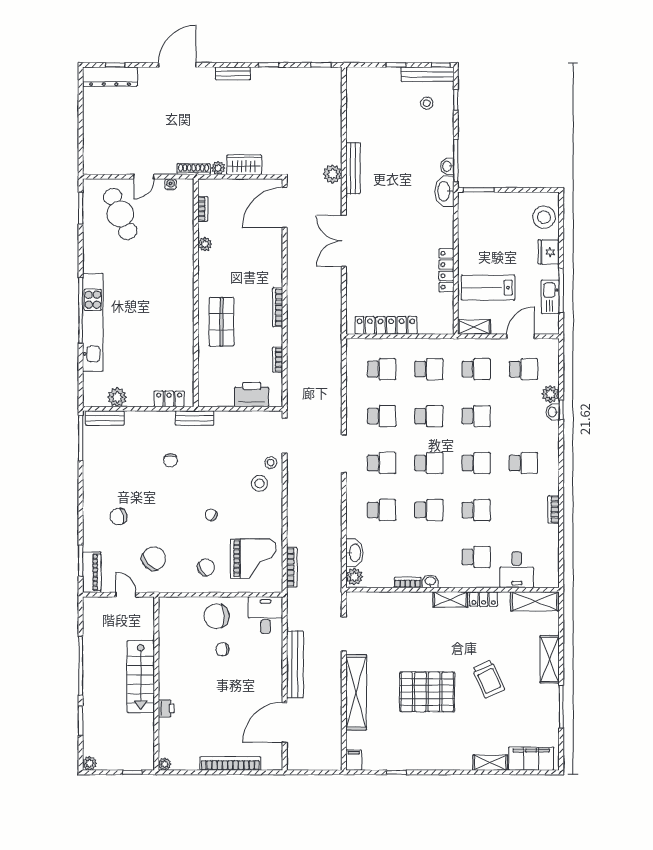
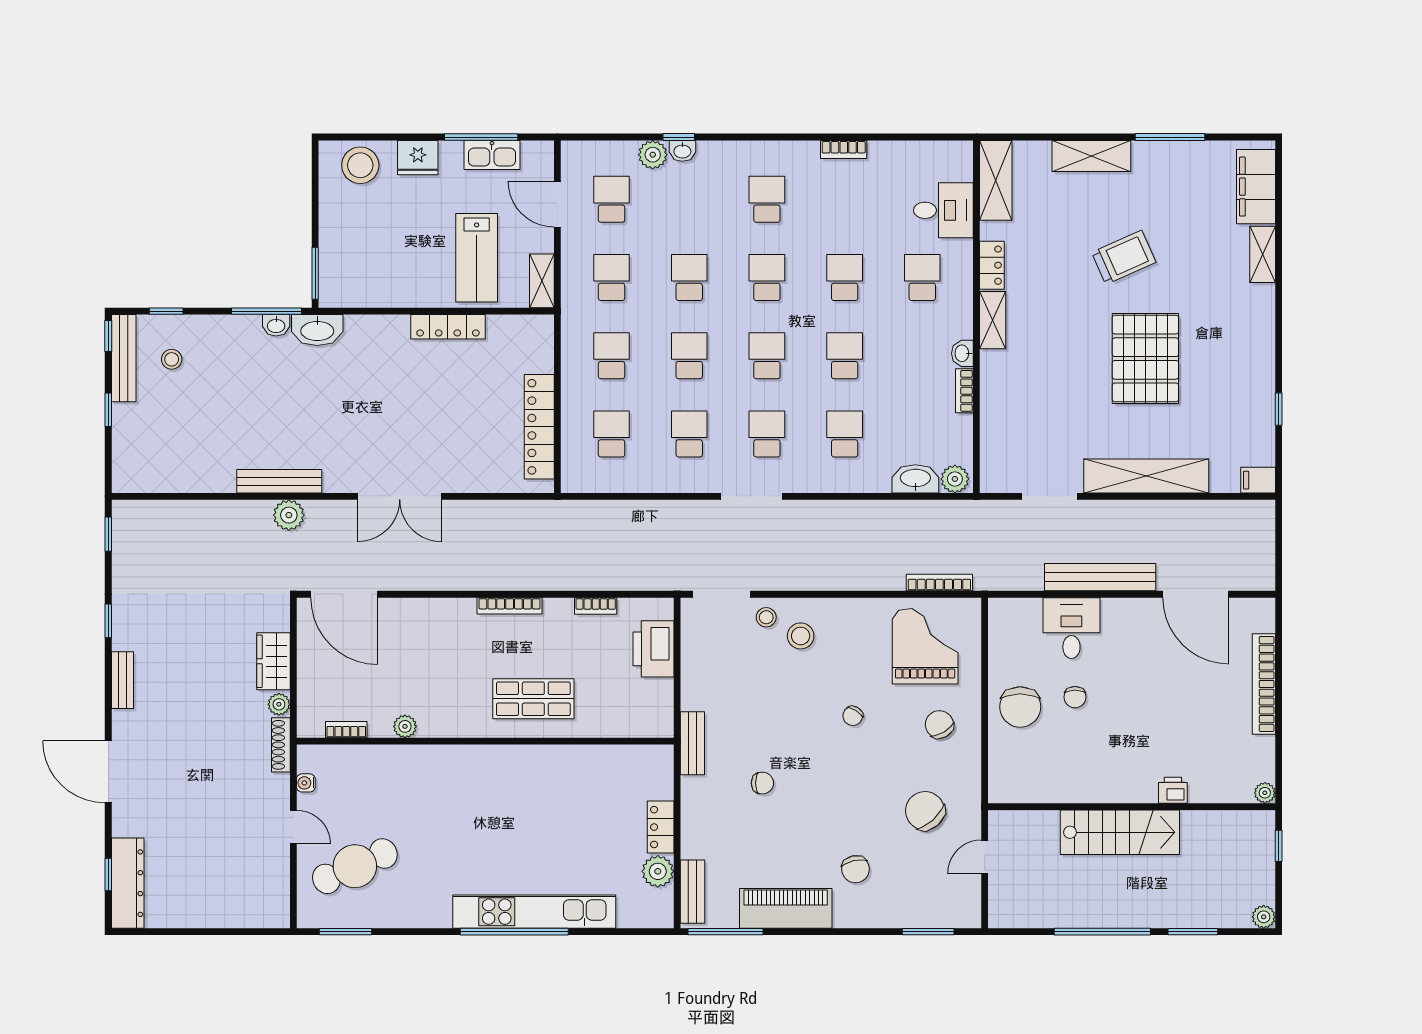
locker: (169, 399) -> (661, 827), moved
piano: (92, 572) -> (786, 908), moved, width x1.37, depth x1.33
desk: (266, 615) -> (1071, 628), moved, turned 90

